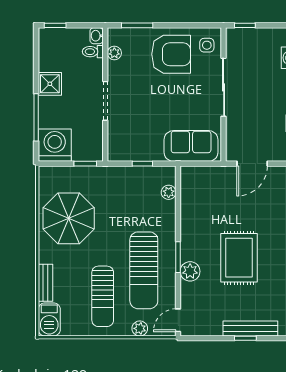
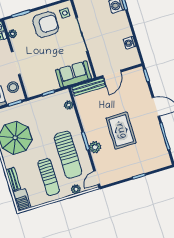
stool: (89, 138) -> (13, 87), added
bench: (250, 329) -> (89, 87), moved

